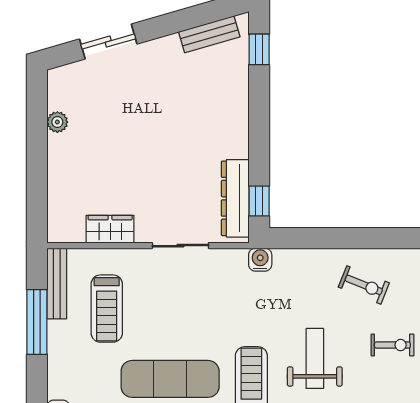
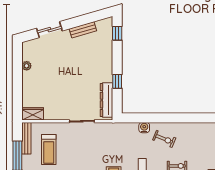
bench: (209, 34) -> (83, 30), moved
window: (259, 201) -> (117, 81), moved
wardrobe: (110, 229) -> (33, 114), moved
water cooler: (260, 260) -> (144, 128), moved

